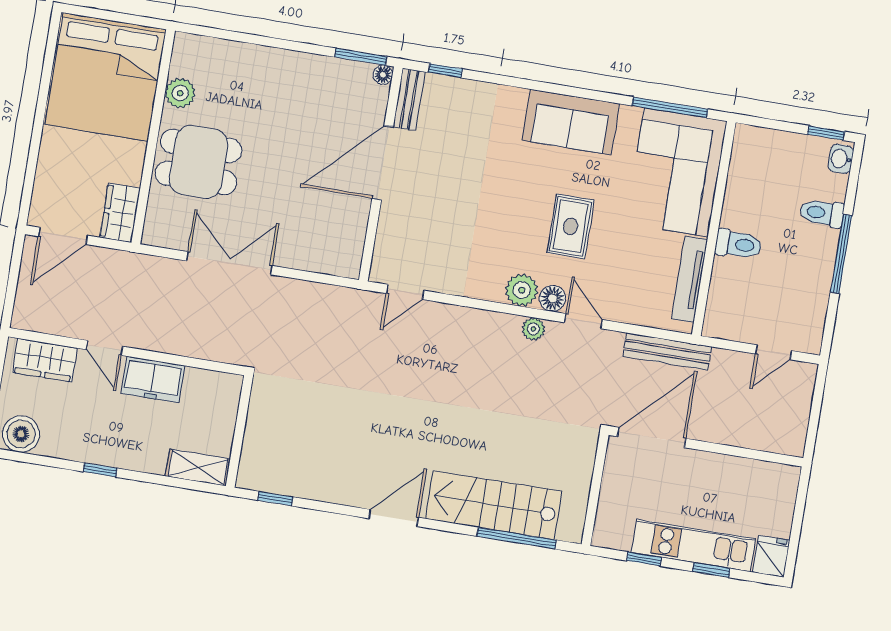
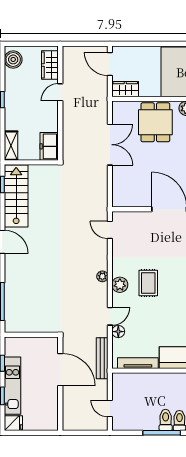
rug: (571, 226) -> (148, 283), moved, turned 90
toilet: (738, 244) -> (166, 420), moved, turned 180
floor lamp: (553, 298) -> (118, 332), moved
plant: (533, 329) -> (102, 276), moved
freezer: (153, 379) -> (49, 146), moved
door: (652, 438) -> (60, 370), moved
stairs: (494, 505) -> (16, 196), moved

